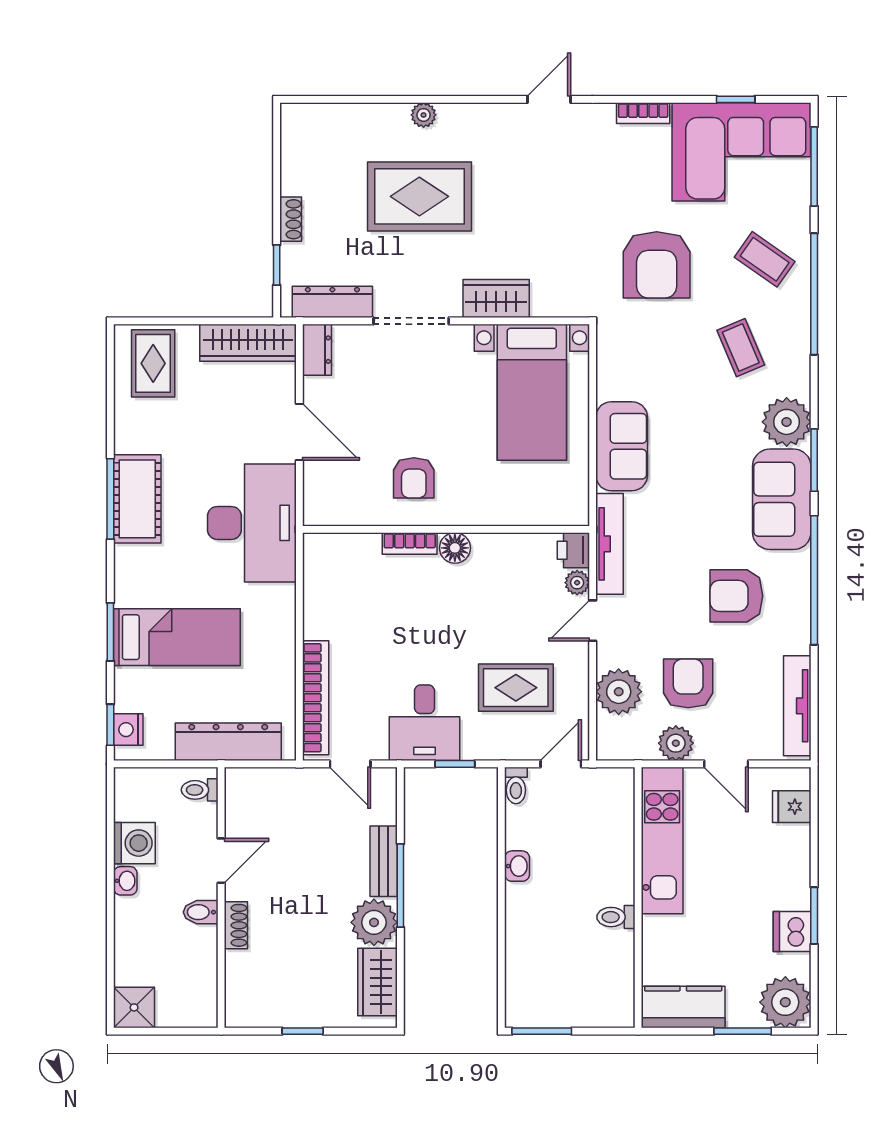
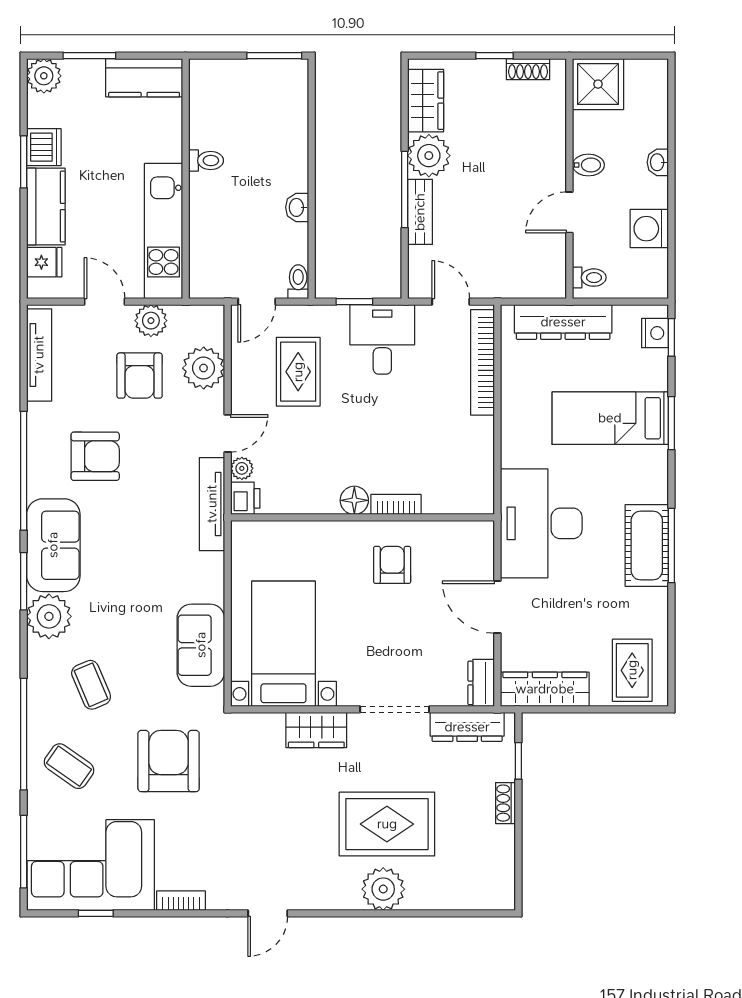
plant: (424, 115) -> (383, 889), width x1.87, depth x1.87
sofa: (622, 446) -> (201, 645), moved
rug: (516, 688) -> (298, 372), turned 90
kitchen counter: (790, 867) -> (46, 207), added
washbasin: (125, 881) -> (658, 162), moved
shoe rack: (236, 925) -> (528, 69), moved, turned -90
plant: (785, 1002) -> (44, 76), width x0.73, depth x0.73
shower: (134, 1007) -> (598, 84), moved, width x1.36, depth x1.36

